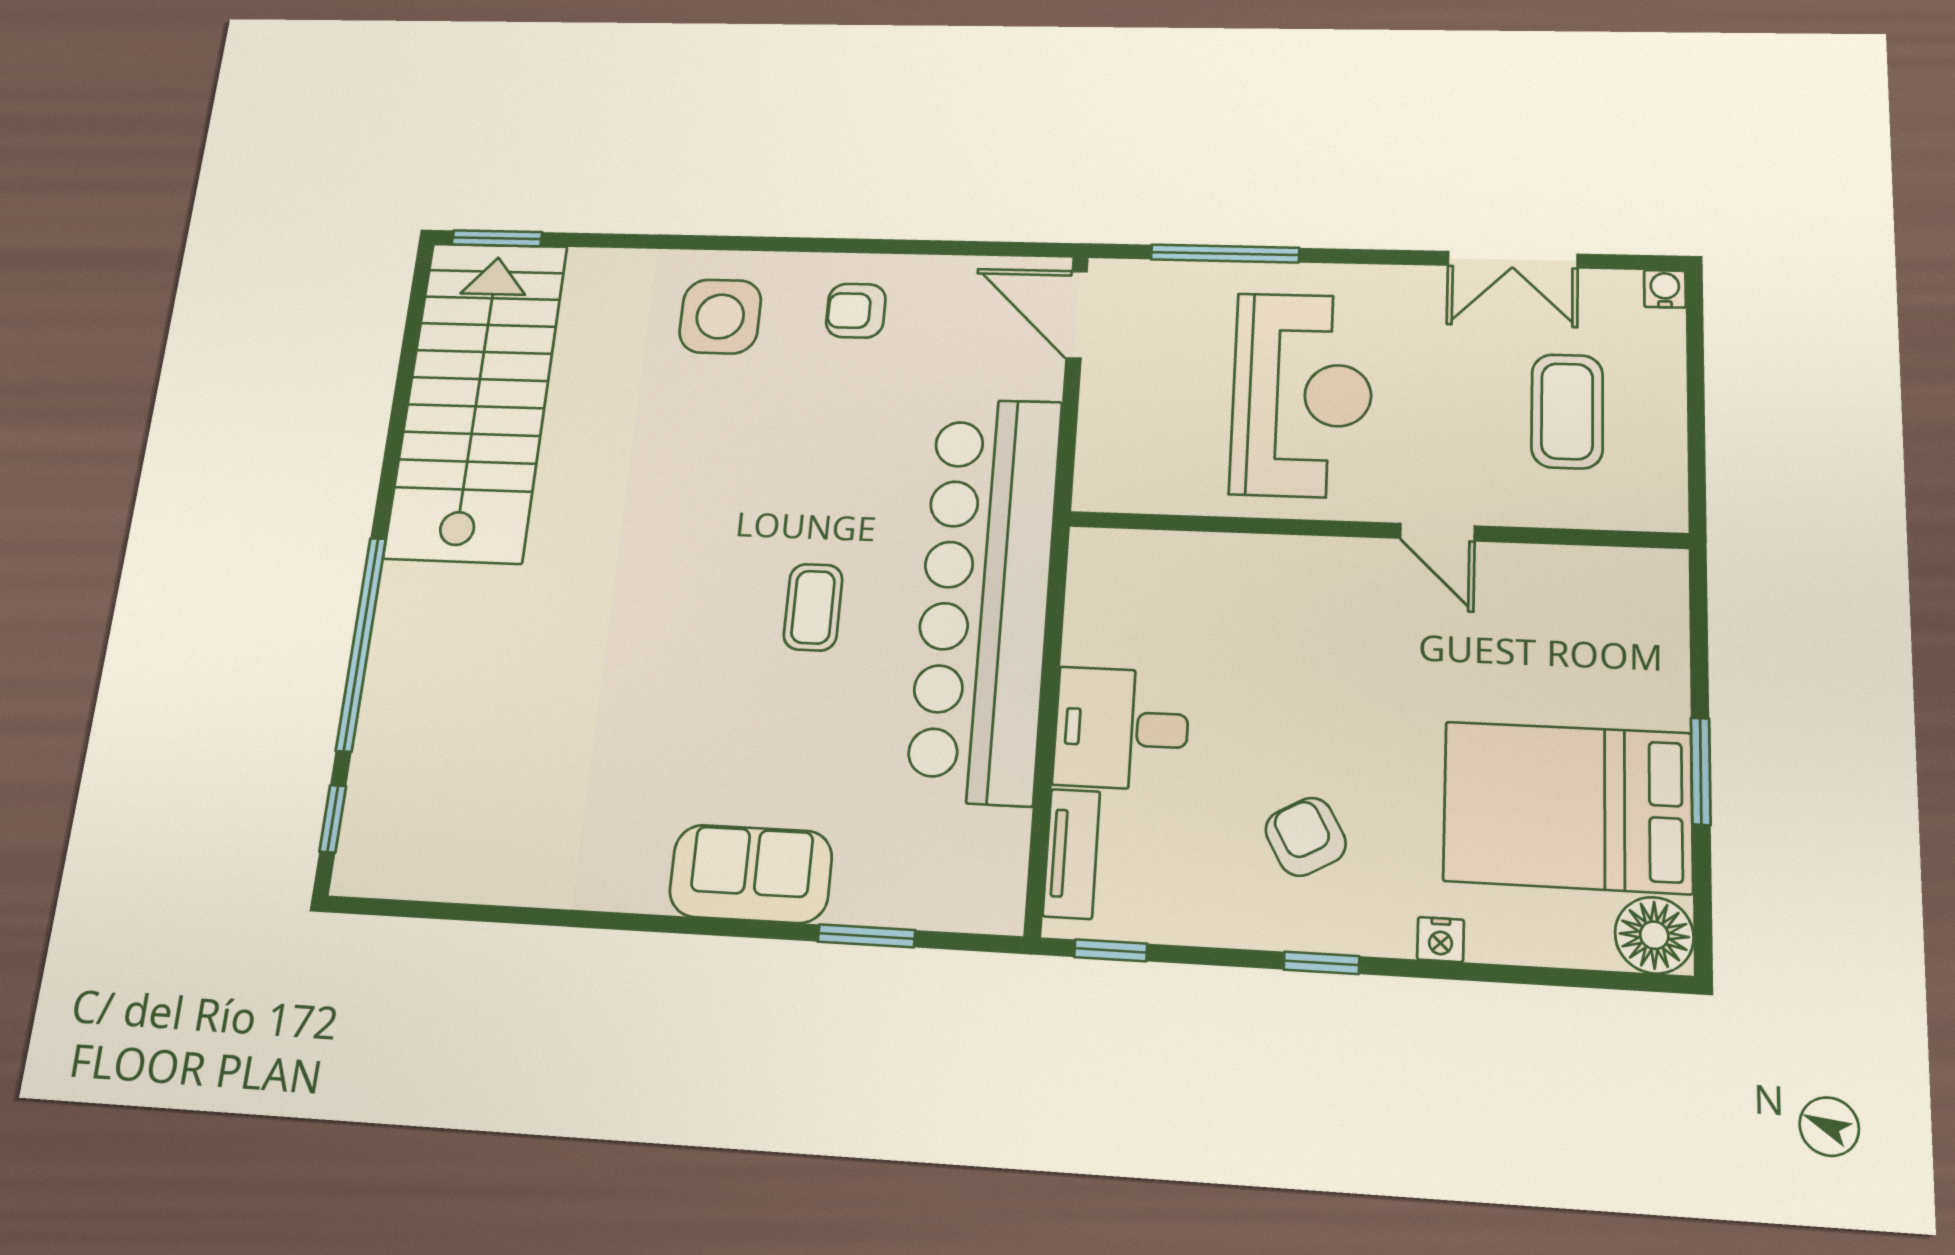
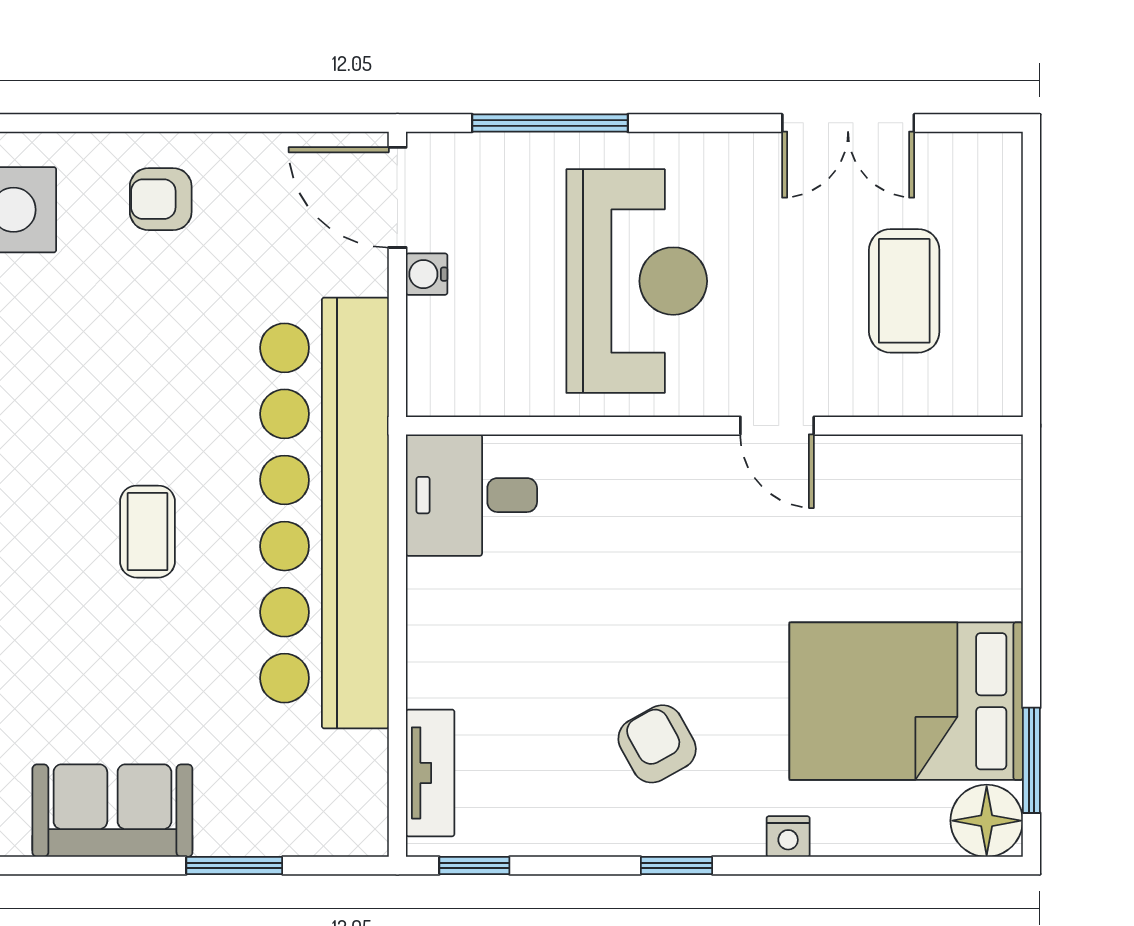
water cooler: (1665, 289) -> (427, 274), moved, turned -90
desk: (1121, 728) -> (472, 495), moved
window: (1701, 771) -> (1031, 760), moved

